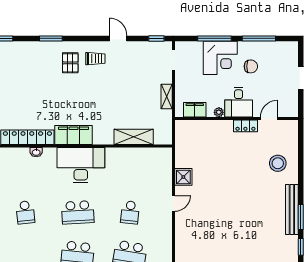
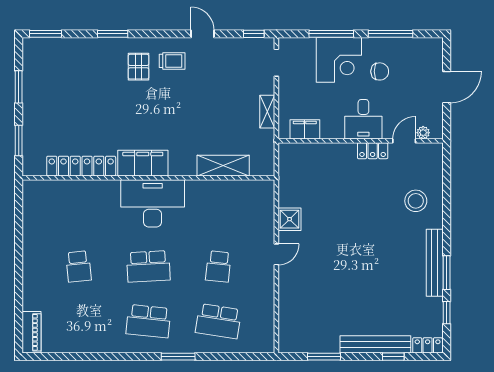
plant: (219, 112) -> (423, 133), moved
washbasin: (36, 152) -> (93, 186), removed

